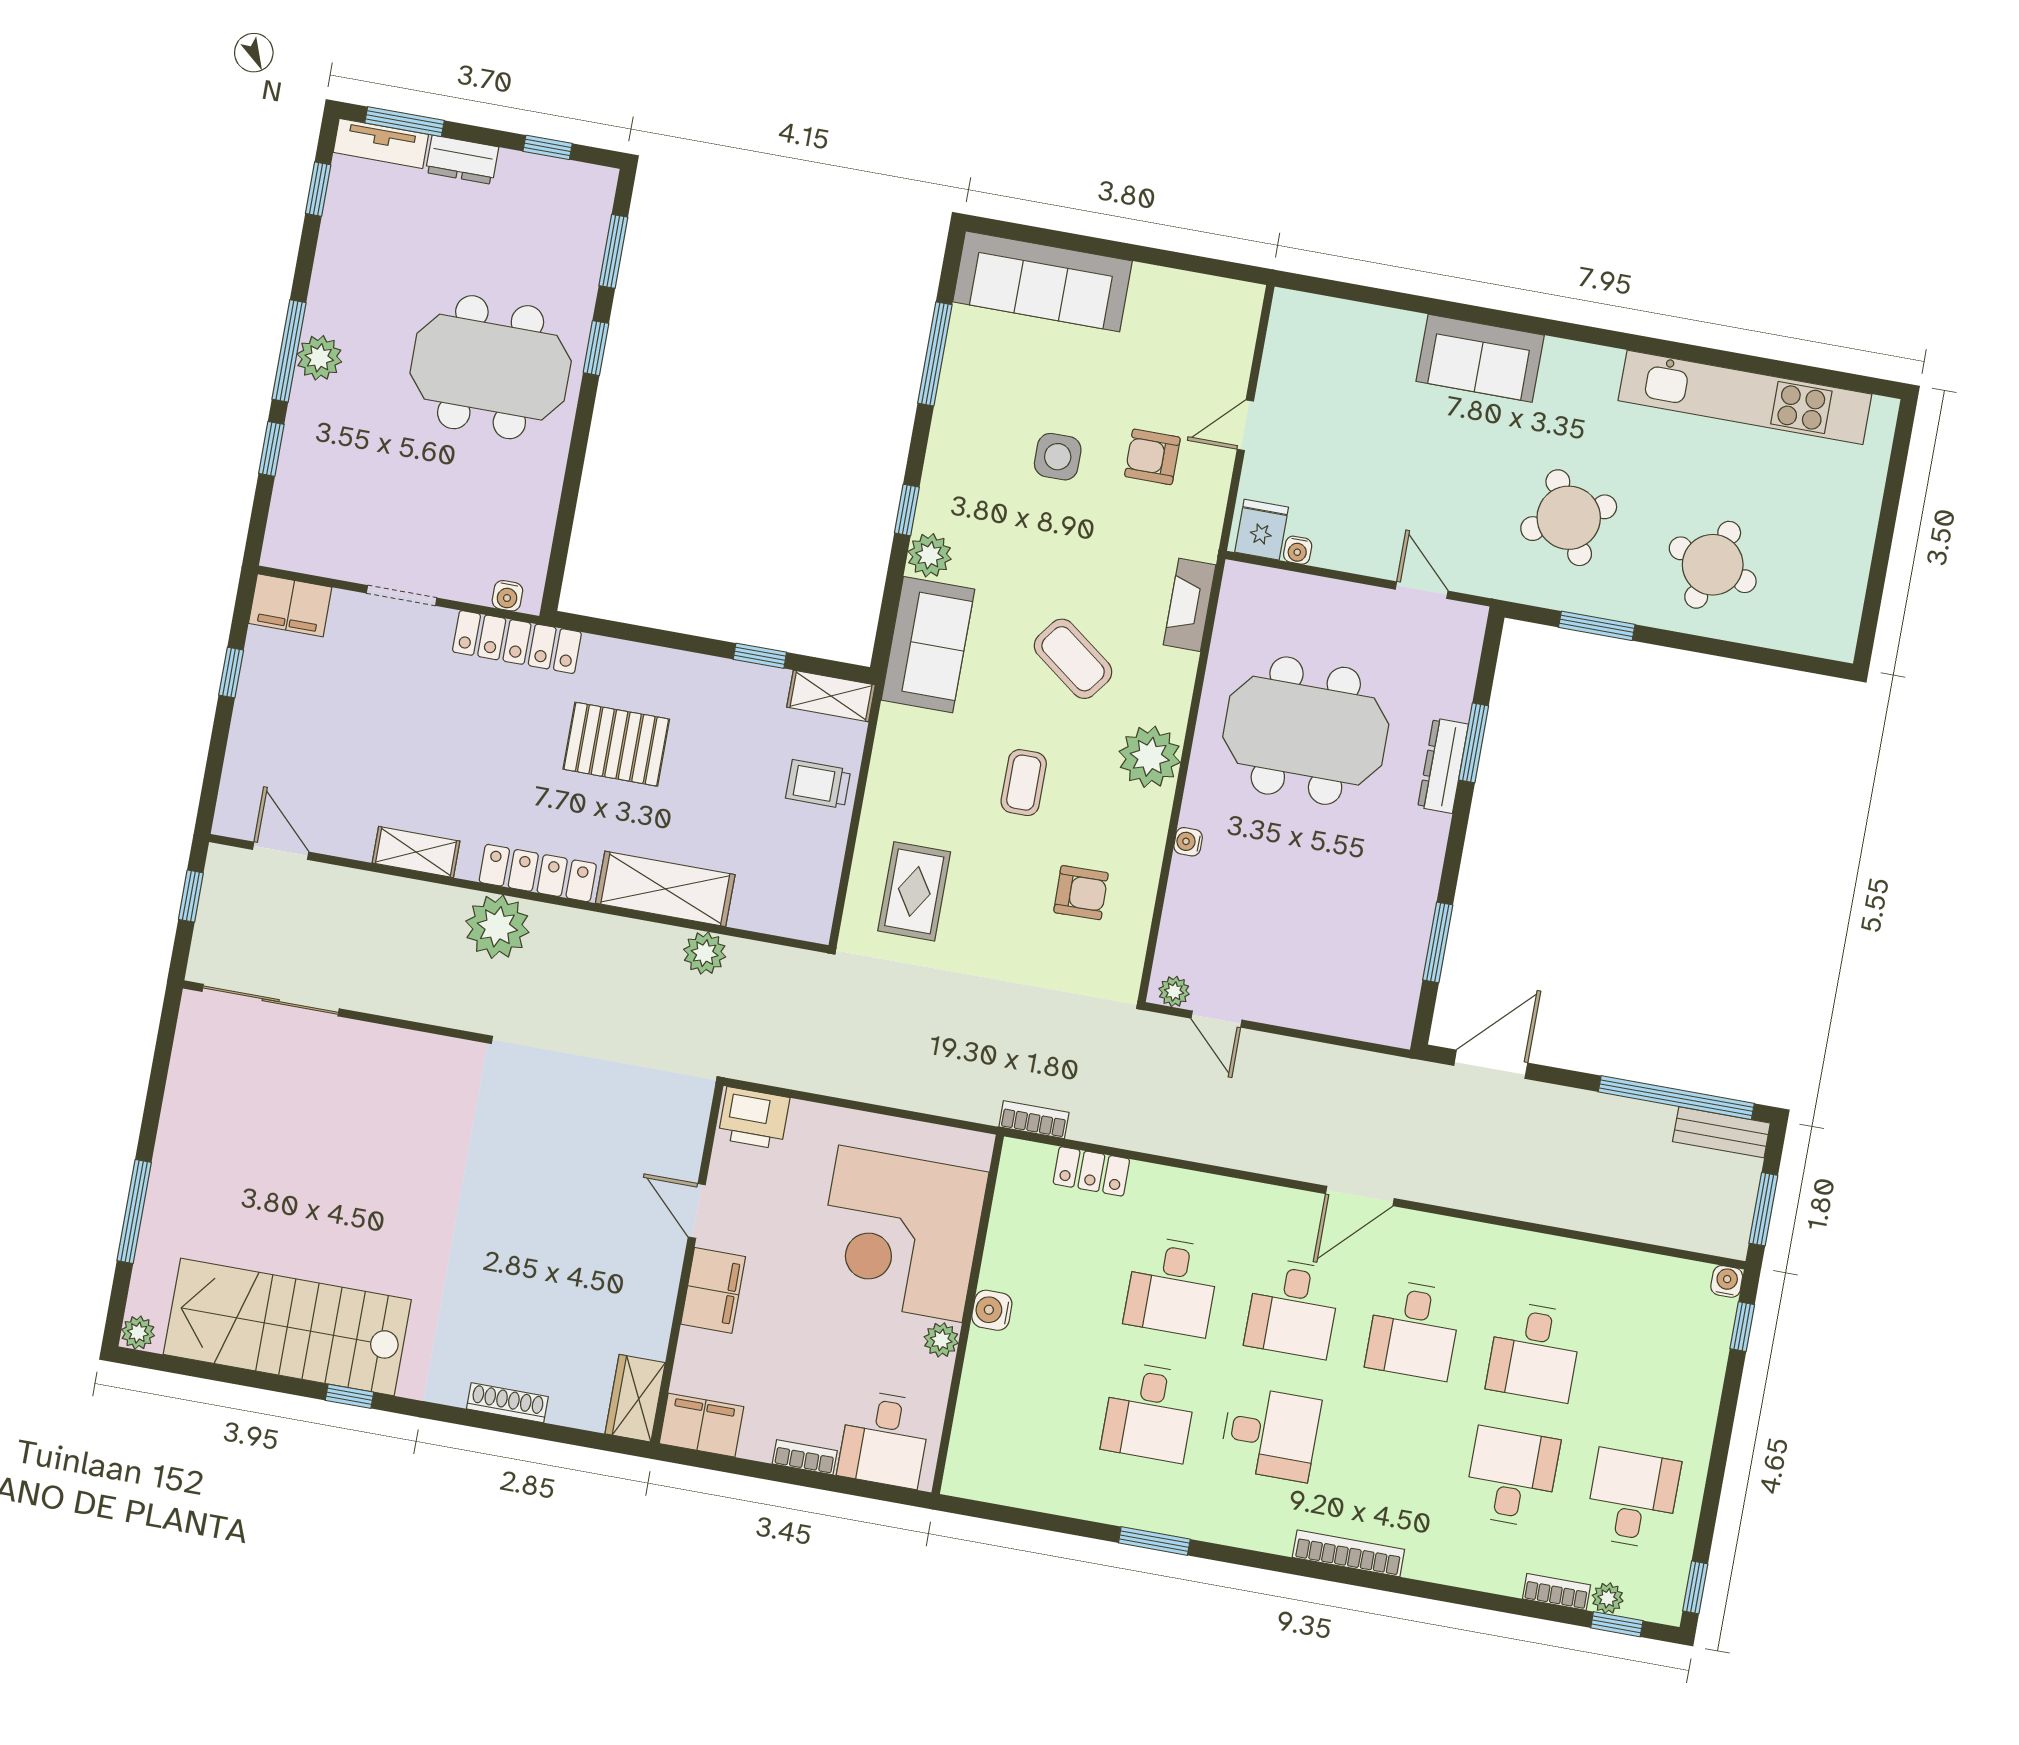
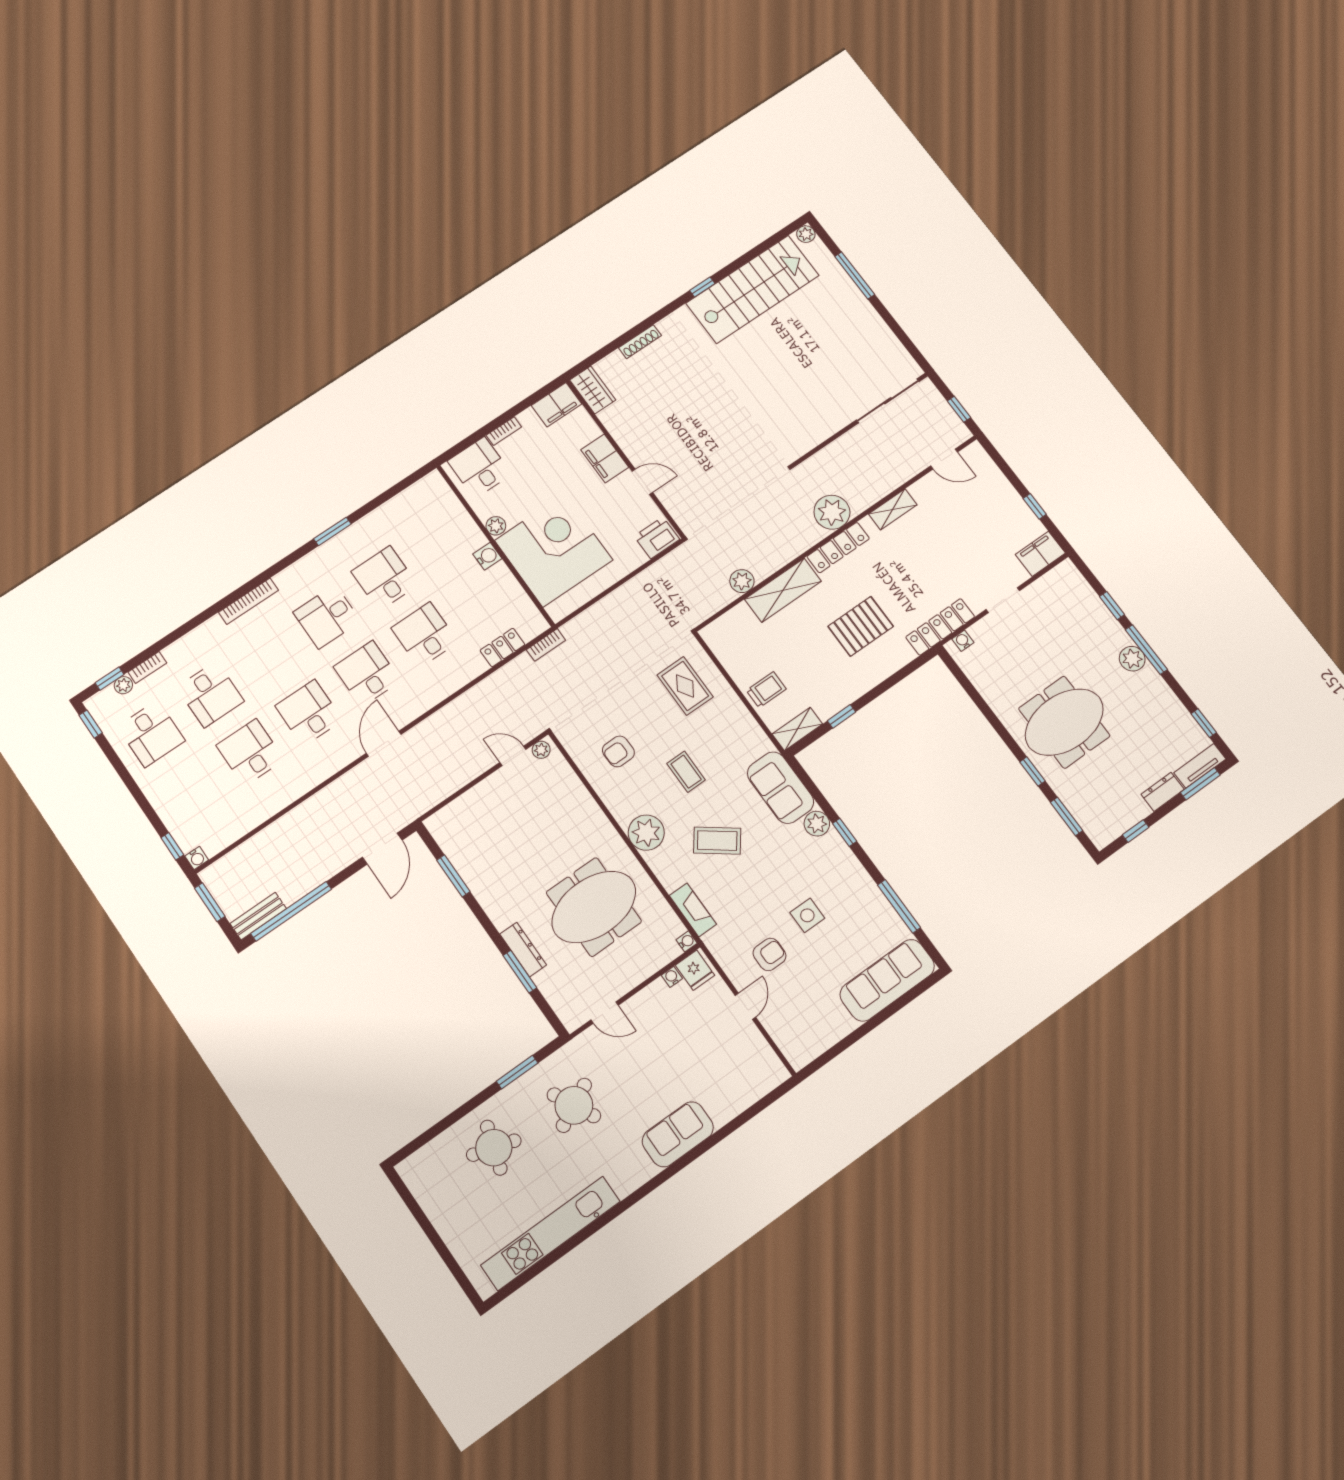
water cooler: (1188, 842) -> (687, 941), moved

